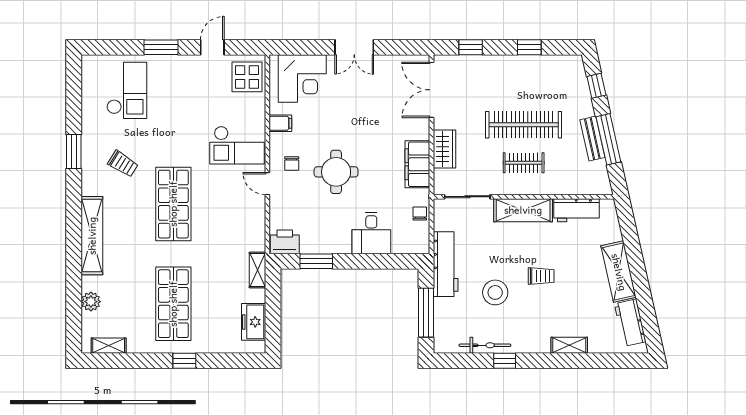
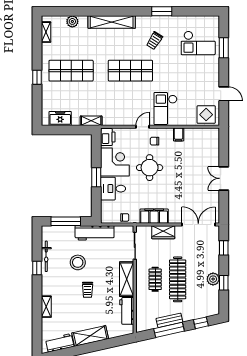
window: (161, 47) -> (224, 48), moved
plant: (523, 65) -> (213, 279), added
corner desk: (302, 79) -> (115, 162), moved, turned 180
window: (316, 261) -> (96, 177), moved

